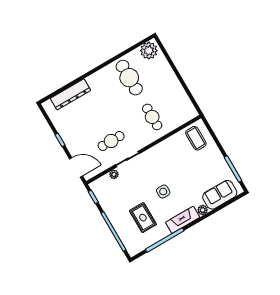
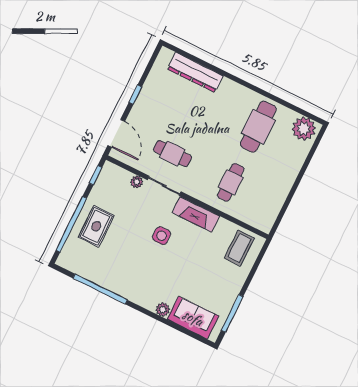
side table: (163, 192) -> (162, 236), moved
rug: (143, 218) -> (96, 226), moved
fireplace: (183, 220) -> (196, 214), moved, turned 180

